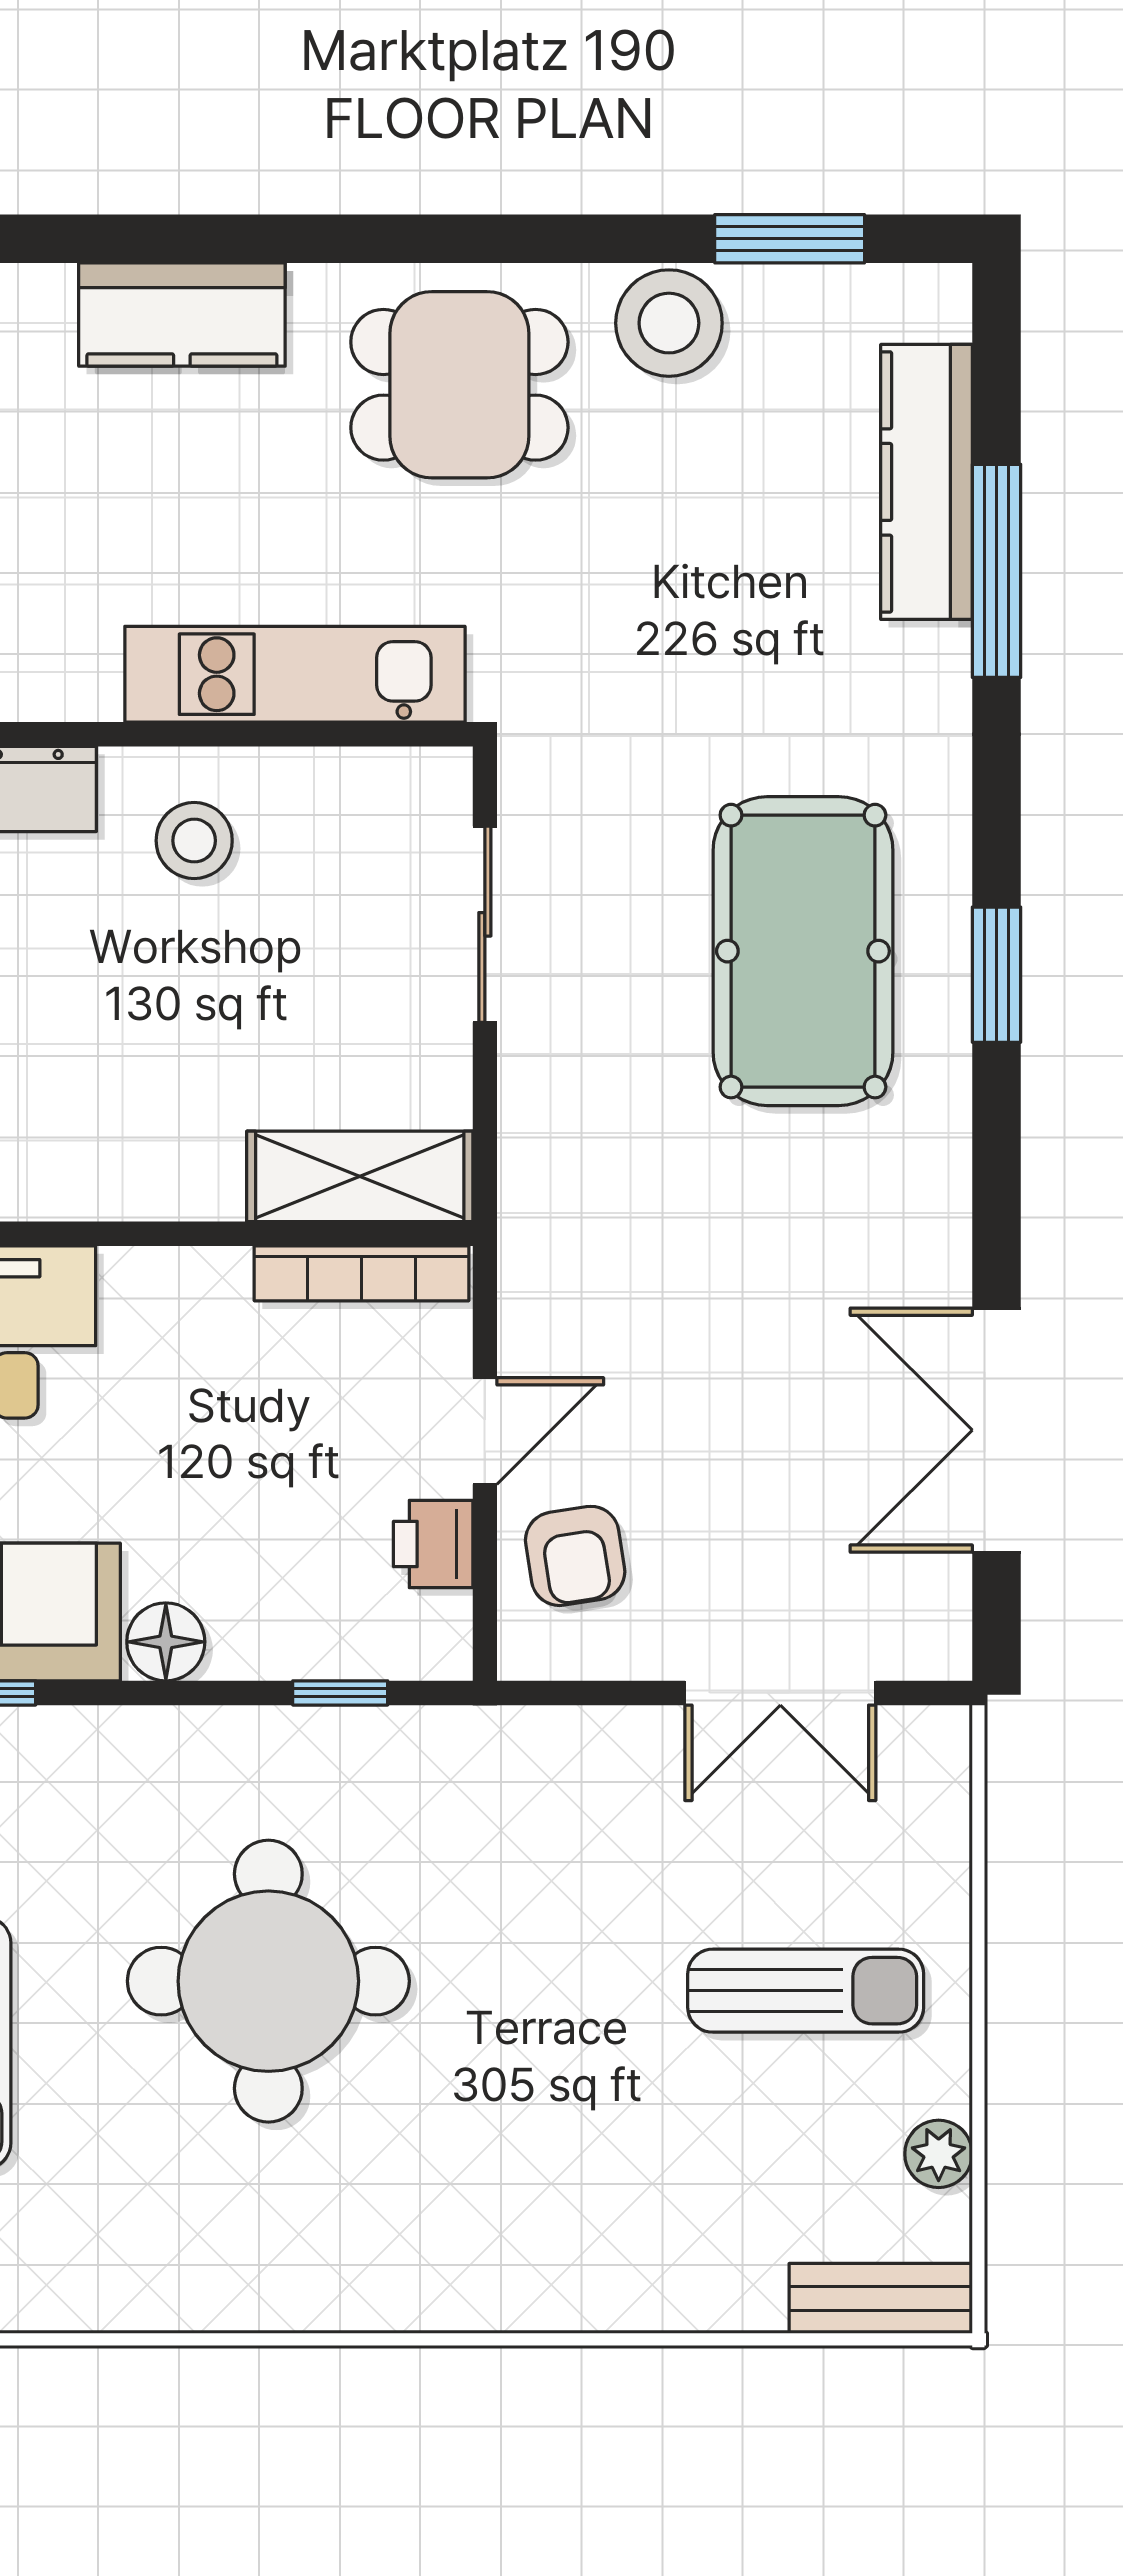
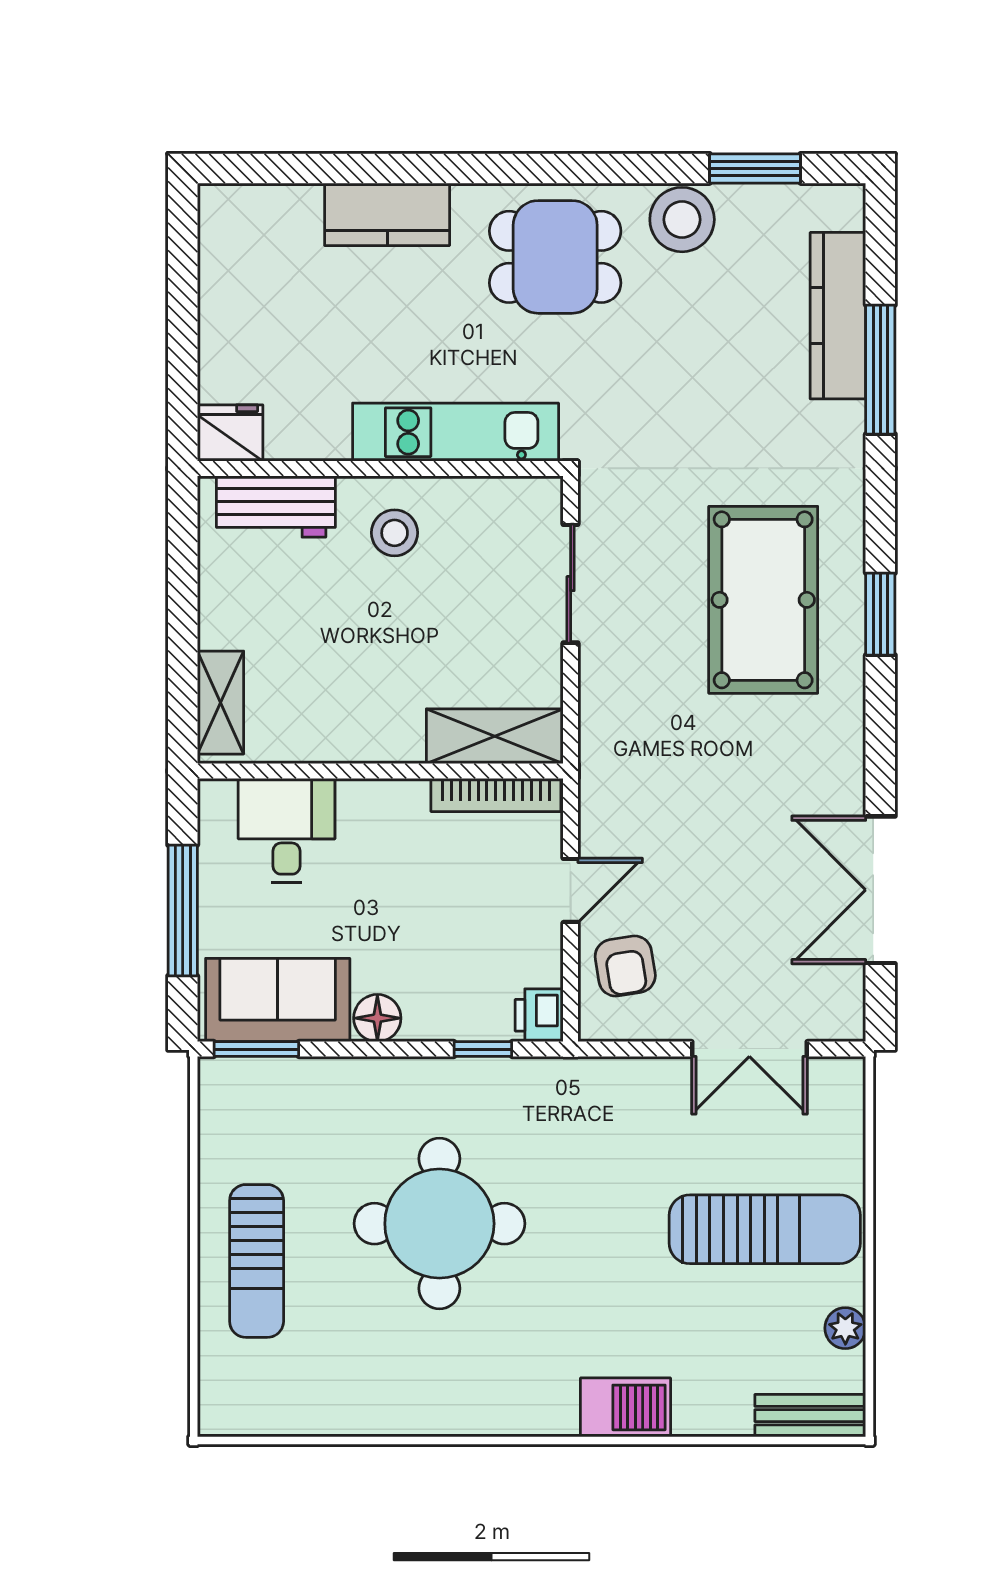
printer: (433, 1544) -> (539, 1015), moved
sun lounger: (806, 1991) -> (765, 1229), width x1.36, depth x1.34
barbecue: (576, 2285) -> (625, 1407), added

